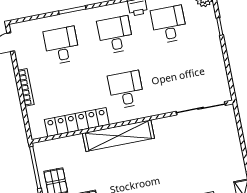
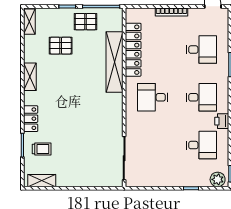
desk: (126, 90) -> (153, 97), turned 180
shelving: (118, 136) -> (114, 62), moved

